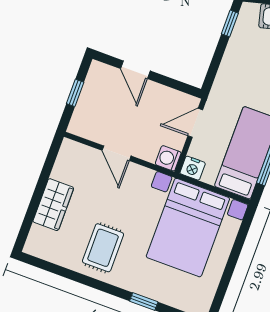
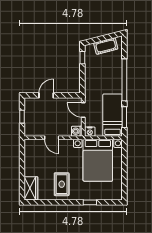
door: (135, 70) -> (46, 95), swing flipped
door: (195, 123) -> (83, 110), hinge flipped
wardrobe: (53, 205) -> (31, 188), moved

